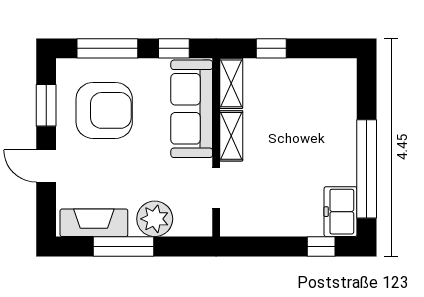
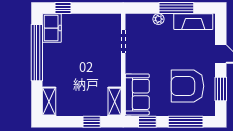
sofa: (192, 109) -> (137, 94), width x0.73
shelving: (231, 136) -> (49, 102), moved
plant: (155, 219) -> (158, 19), width x0.53, depth x0.53

